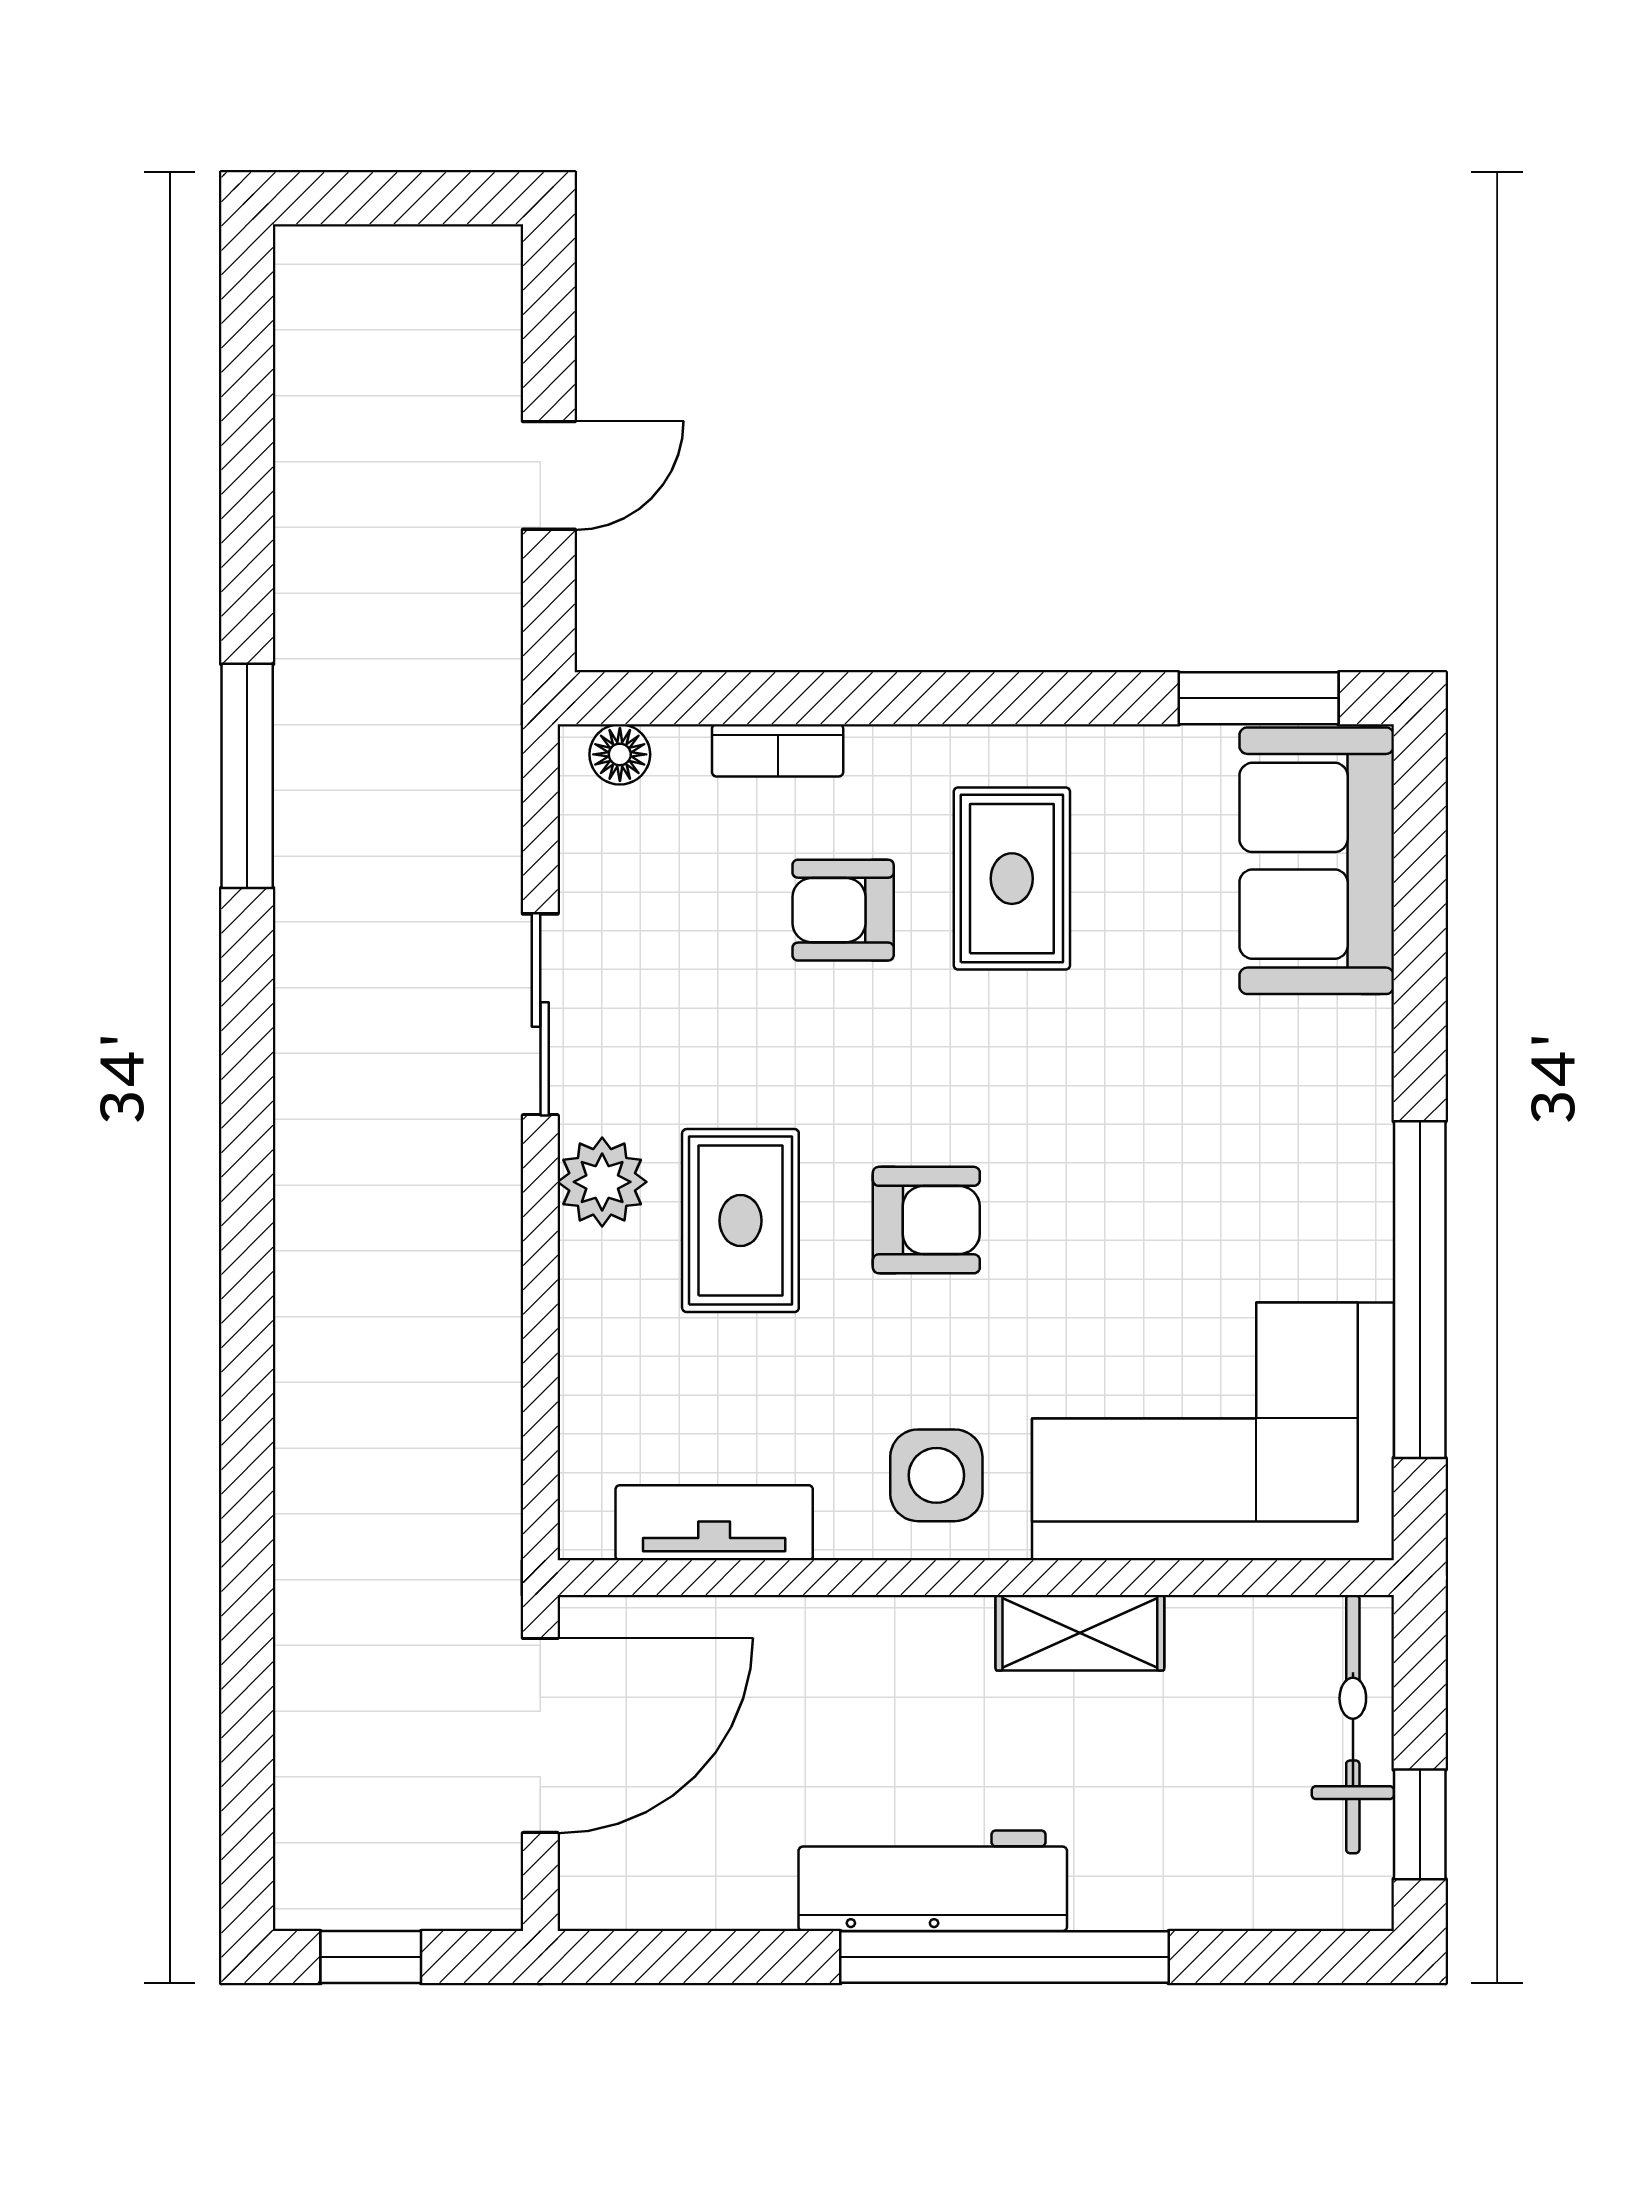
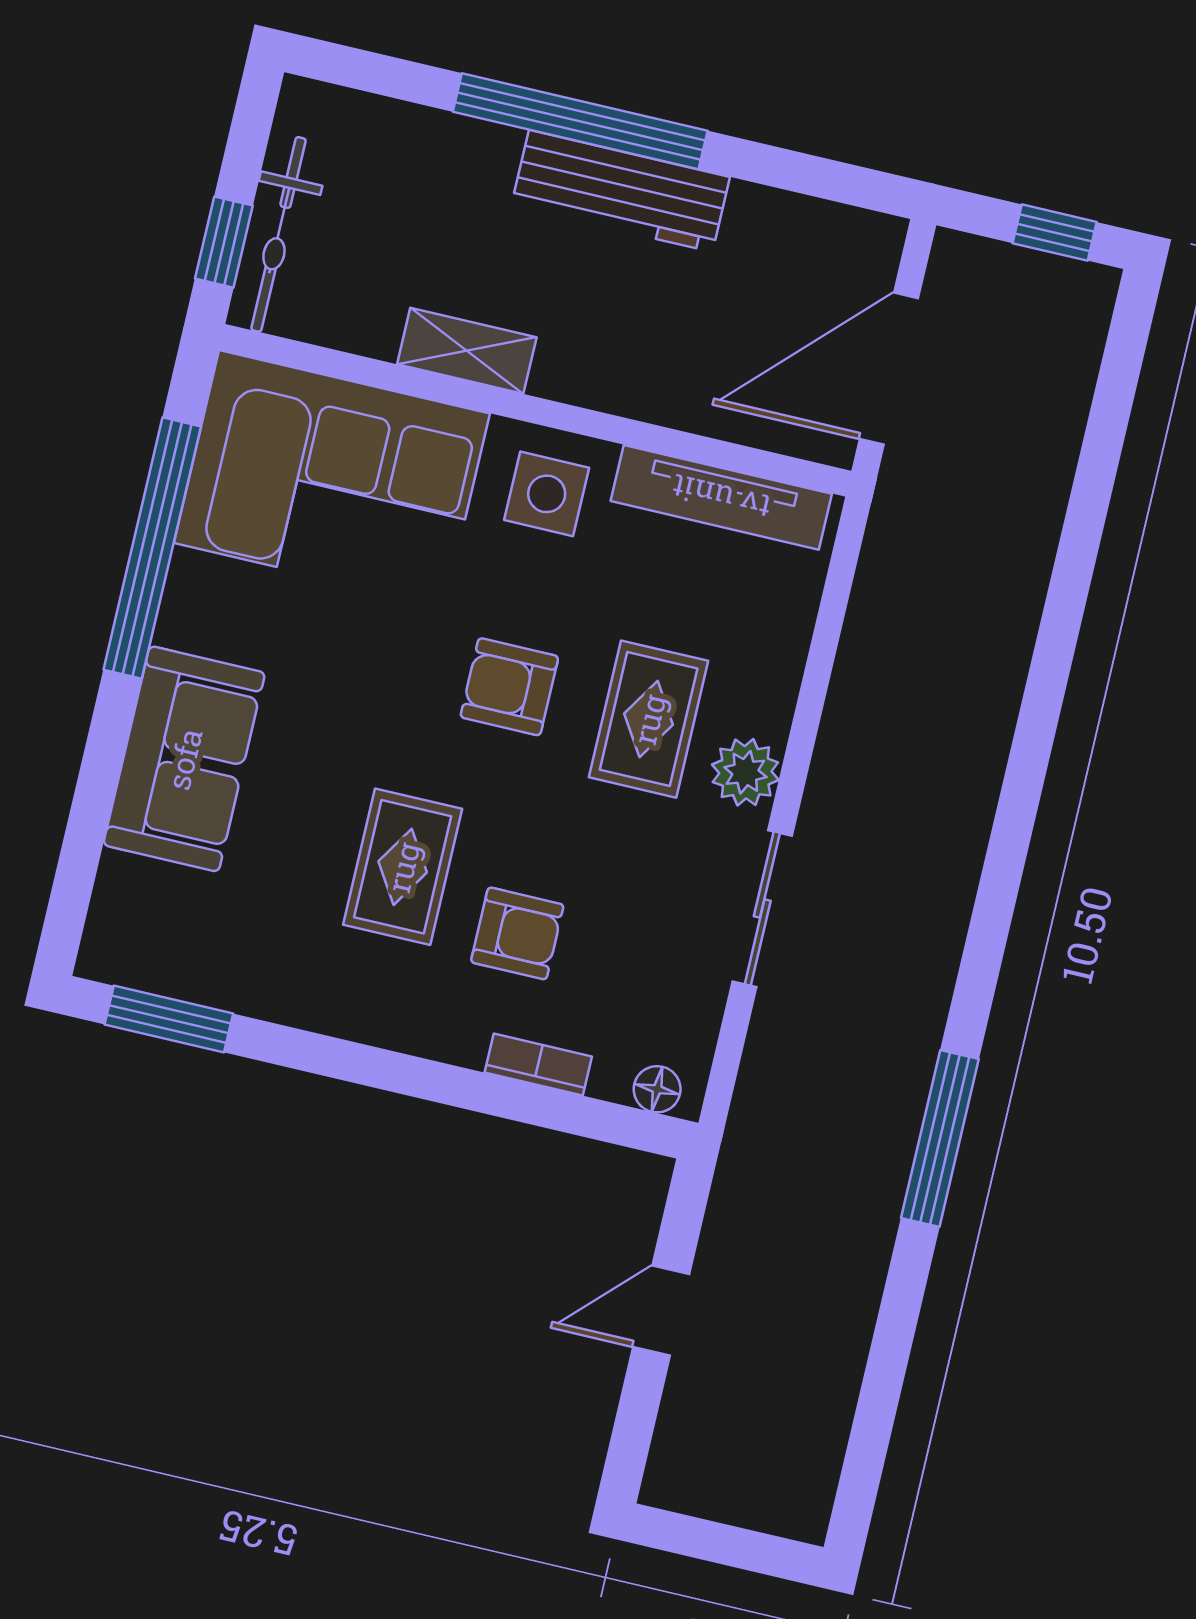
sofa: (1317, 861) -> (184, 759), moved
rug: (1012, 879) -> (403, 867), moved
tv unit: (714, 1523) -> (721, 497), width x1.41
window: (1420, 1824) -> (224, 242), moved

